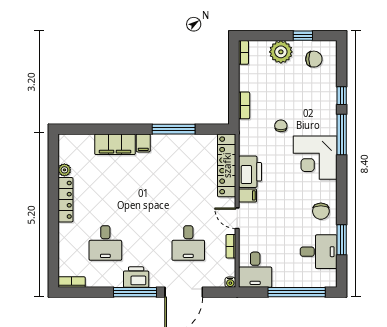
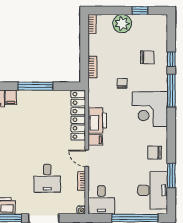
chair: (314, 59) -> (147, 57), moved
chair: (321, 211) -> (155, 152), turned 90
desk: (319, 252) -> (153, 190), width x1.37

